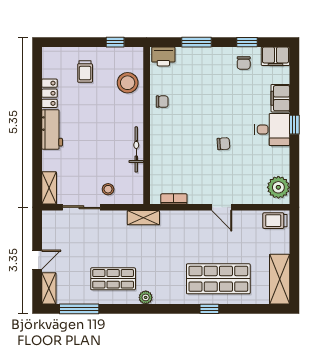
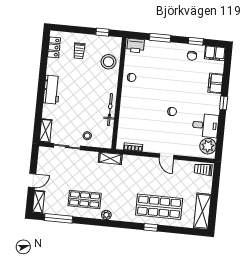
locker: (49, 93) -> (54, 47), moved
desk: (272, 130) -> (205, 125), moved

